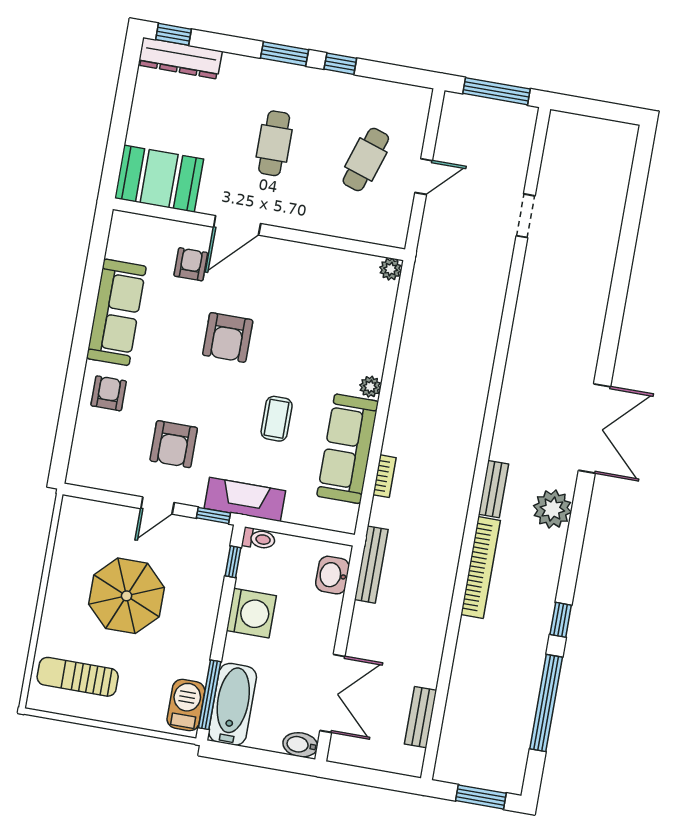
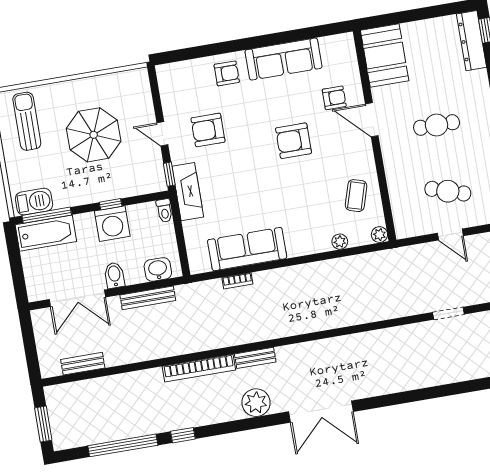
plant: (370, 387) -> (340, 242), moved
coffee table: (277, 419) -> (356, 196), moved, turned -73
window: (233, 562) -> (111, 204), moved
bench: (371, 565) -> (148, 298), moved
bidet: (300, 745) -> (114, 275), moved

